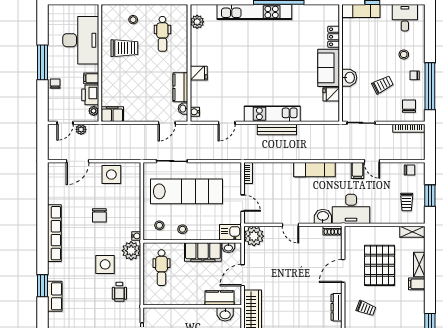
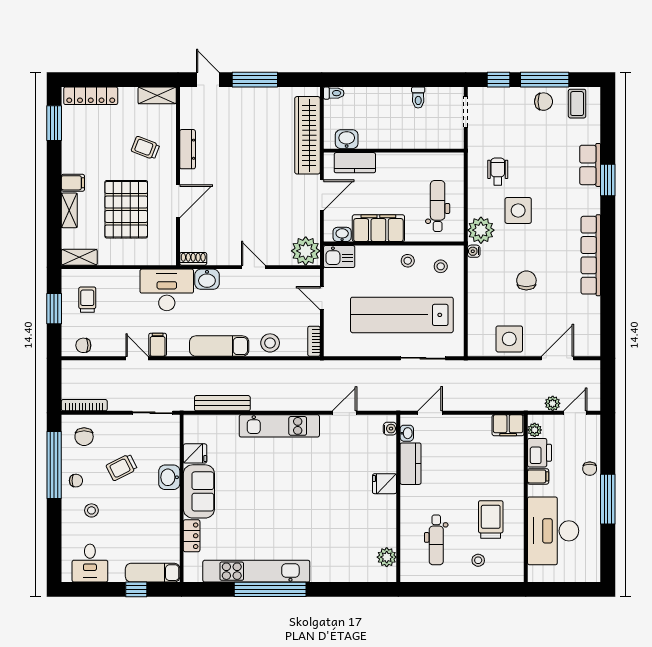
kitchen unit: (254, 12) -> (256, 571), moved
dental chair: (162, 34) -> (436, 540), turned 180
trolley: (124, 48) -> (491, 519), turned 90
bench: (277, 130) -> (222, 403), moved
stool: (279, 172) -> (270, 343), added

